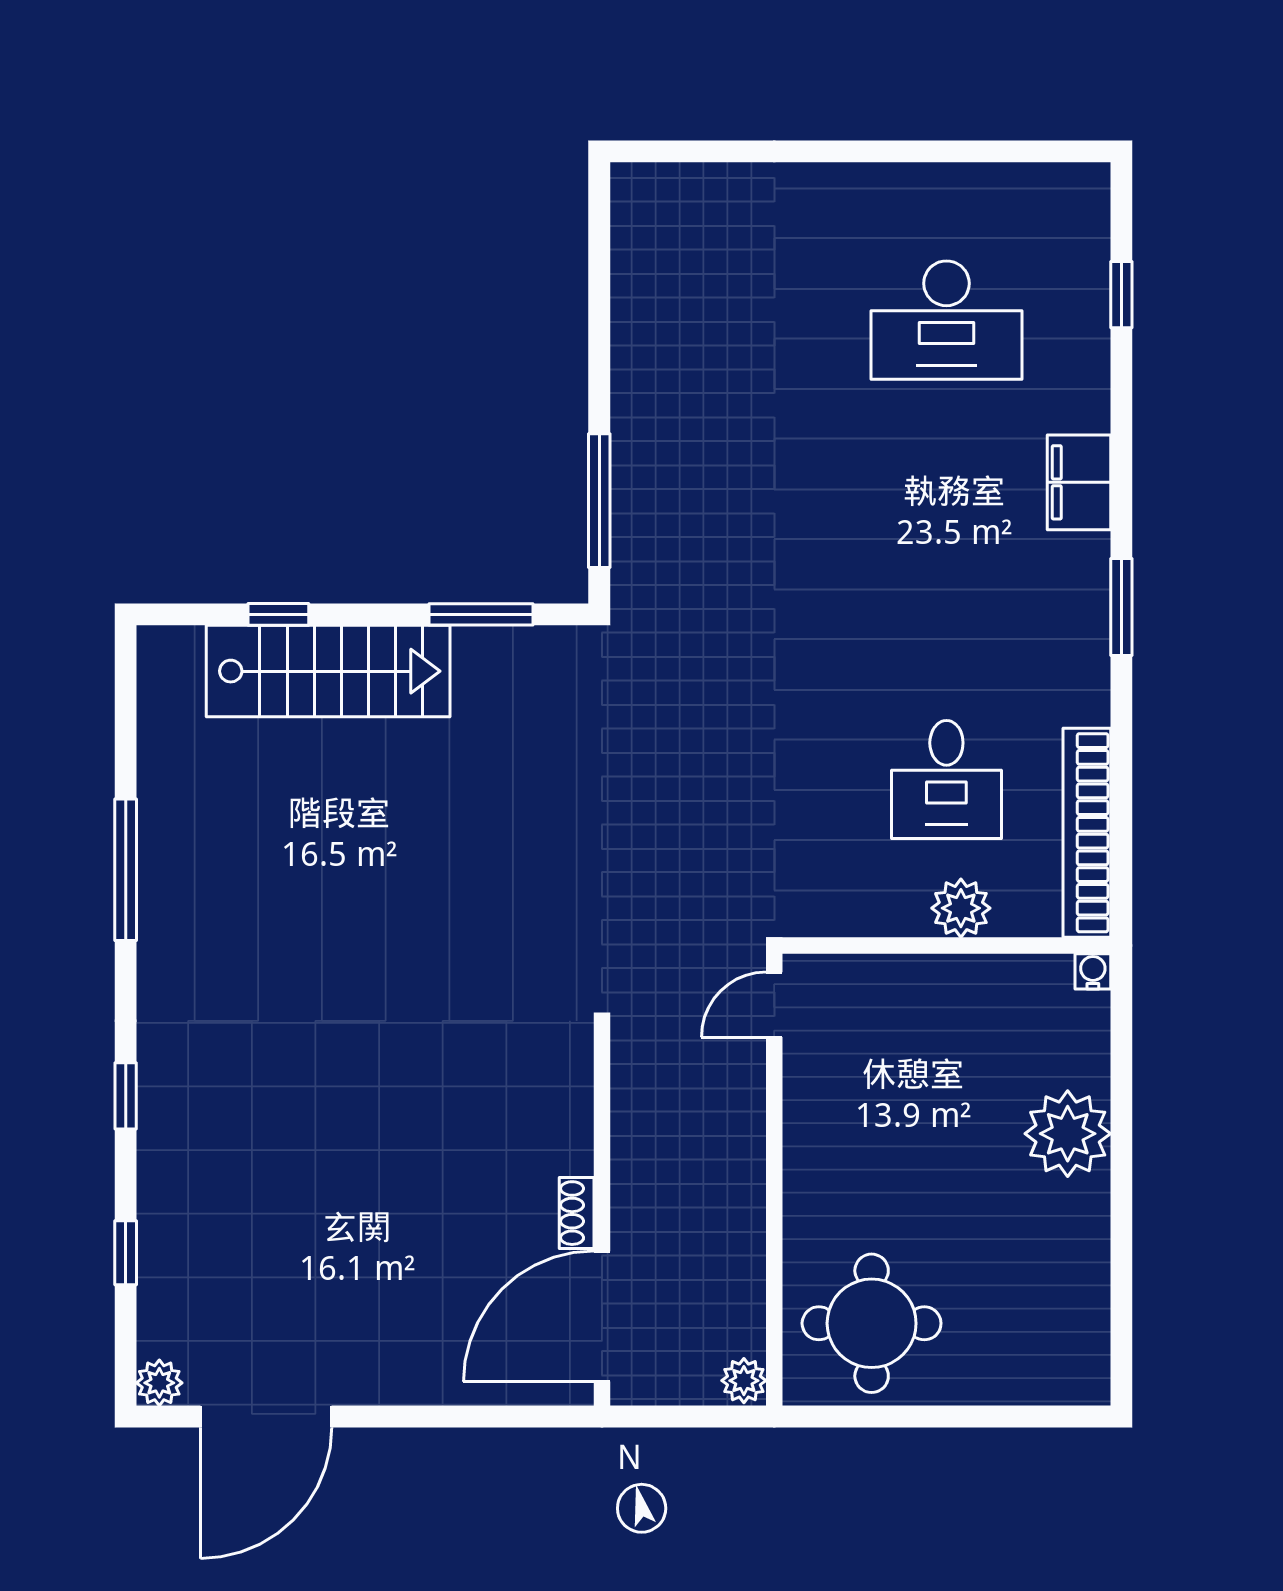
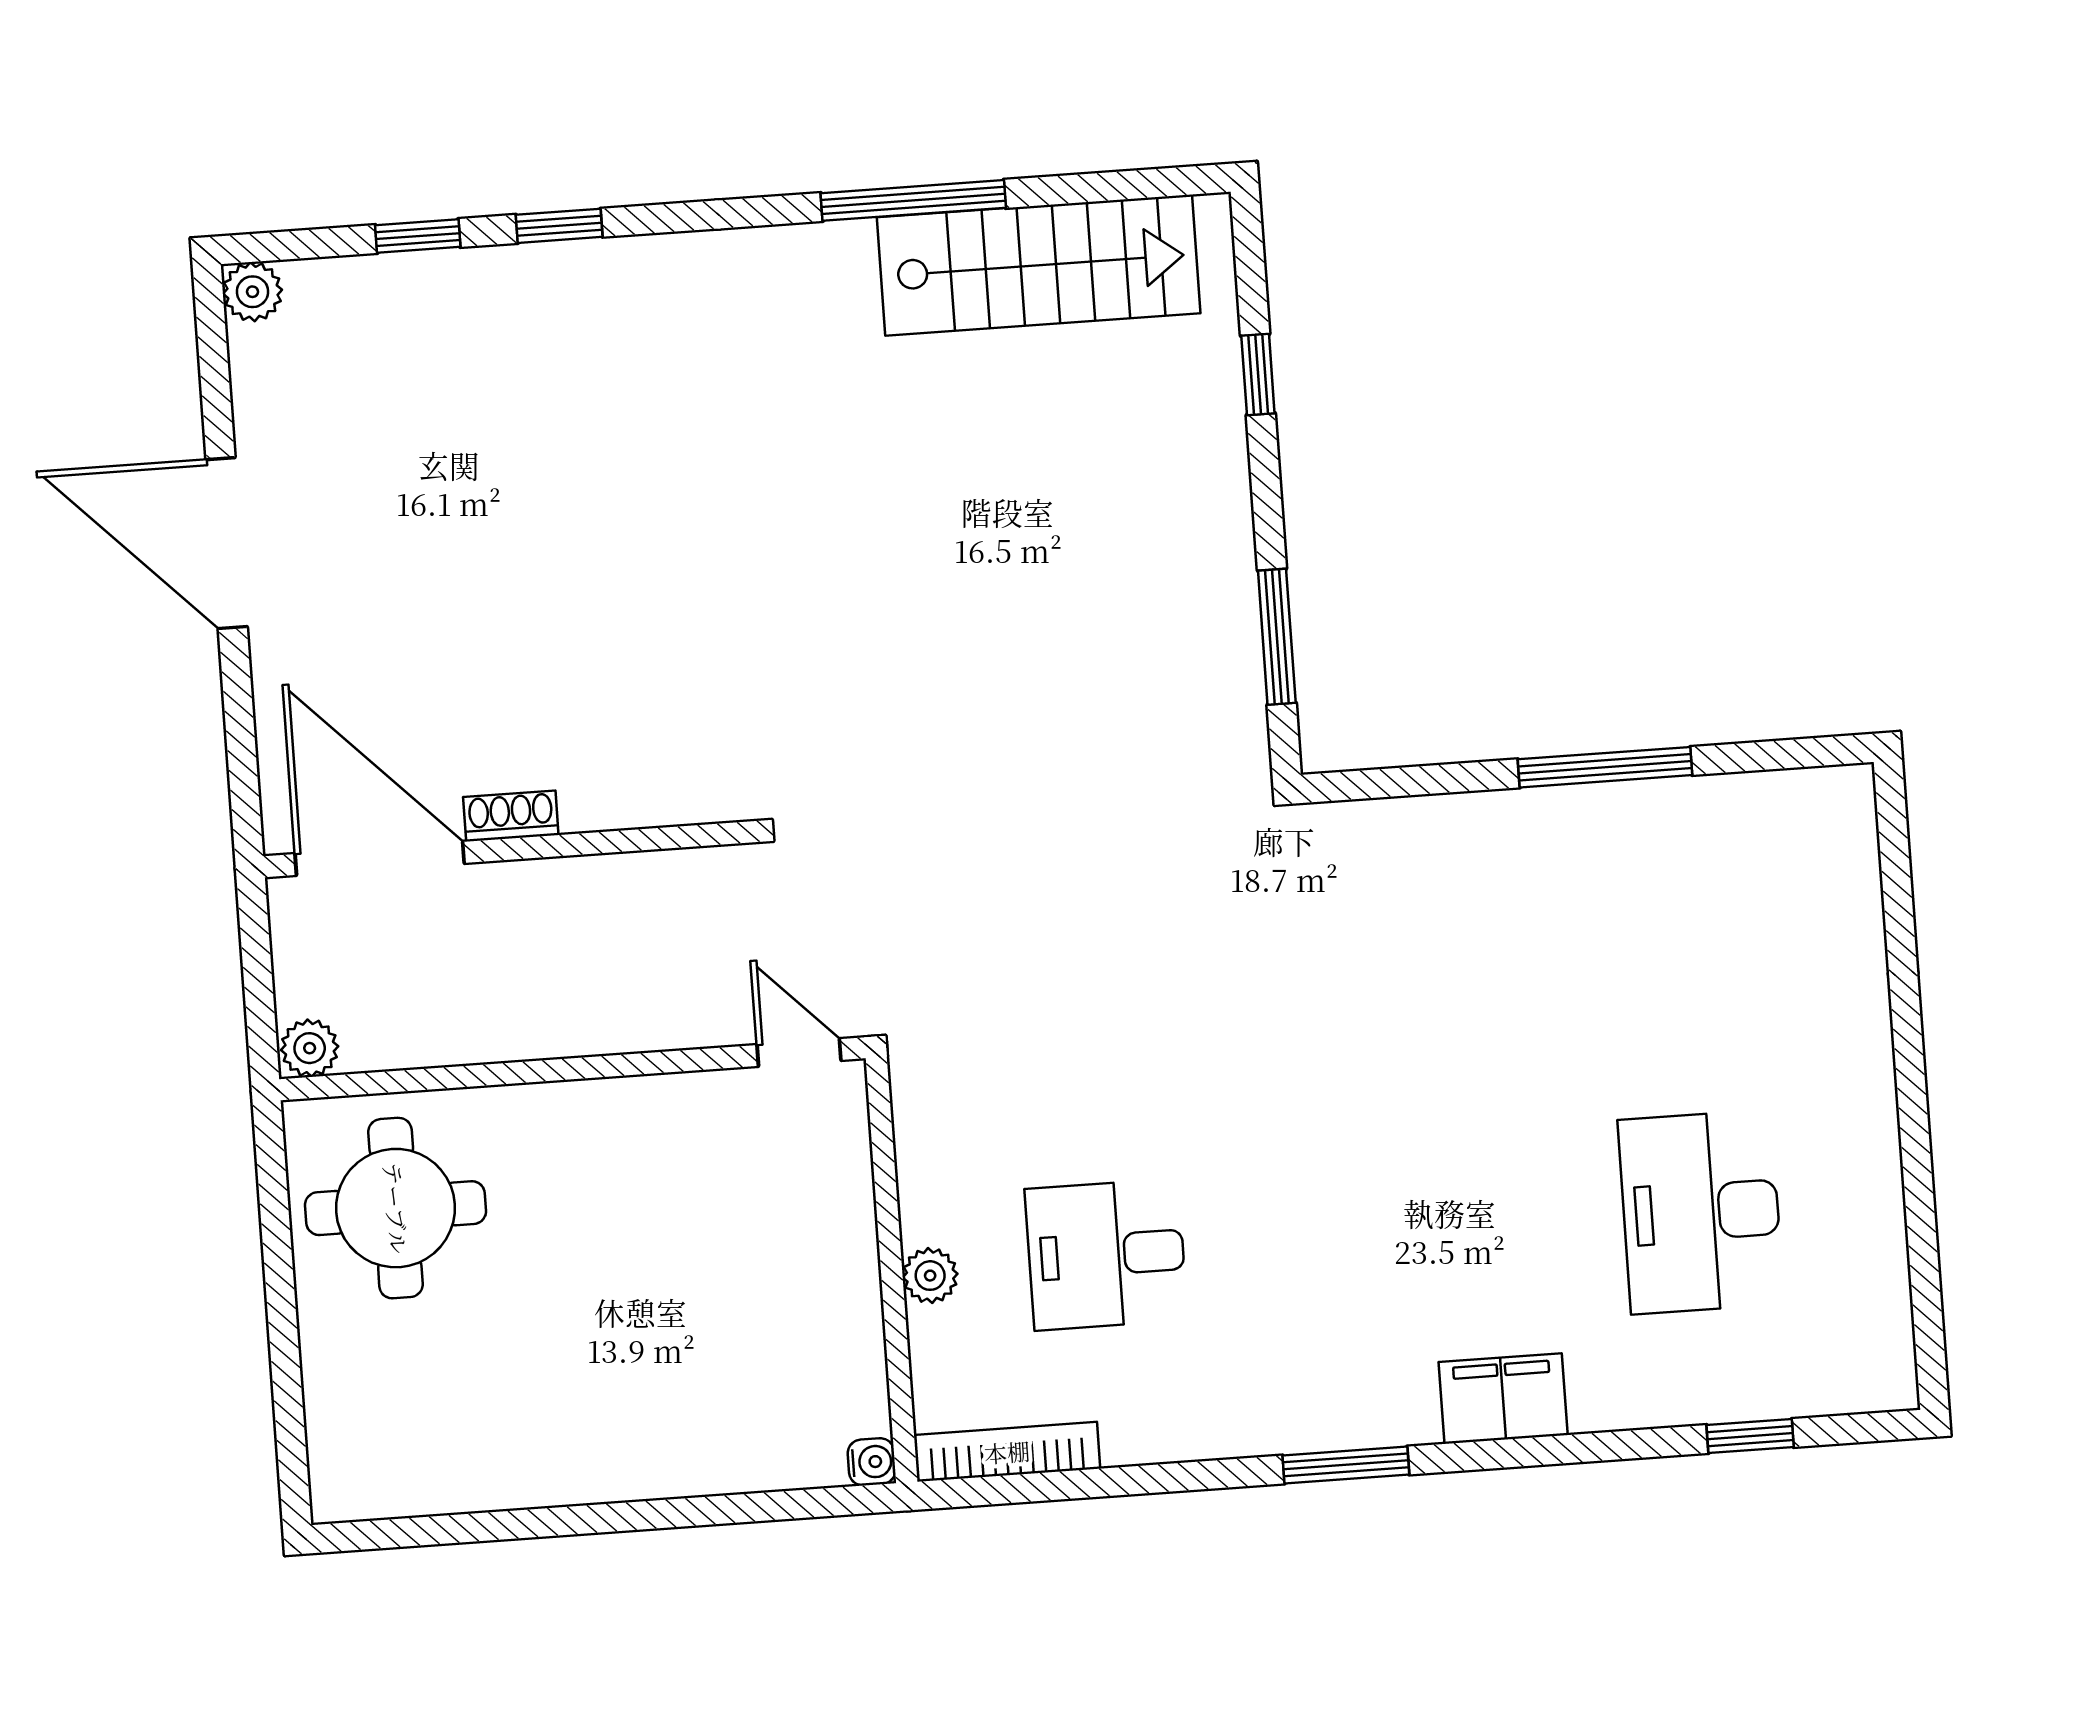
window: (599, 501) -> (1605, 767), moved
stairs: (328, 671) -> (1039, 265), moved, turned -90
bookcase: (1087, 833) -> (1007, 1452), width x0.68, depth x0.76
plant: (961, 908) -> (930, 1276), width x0.73, depth x0.73
window: (126, 1096) -> (559, 226), moved
plant: (1068, 1134) -> (659, 1444), removed
door: (266, 1416) -> (227, 543), moved

